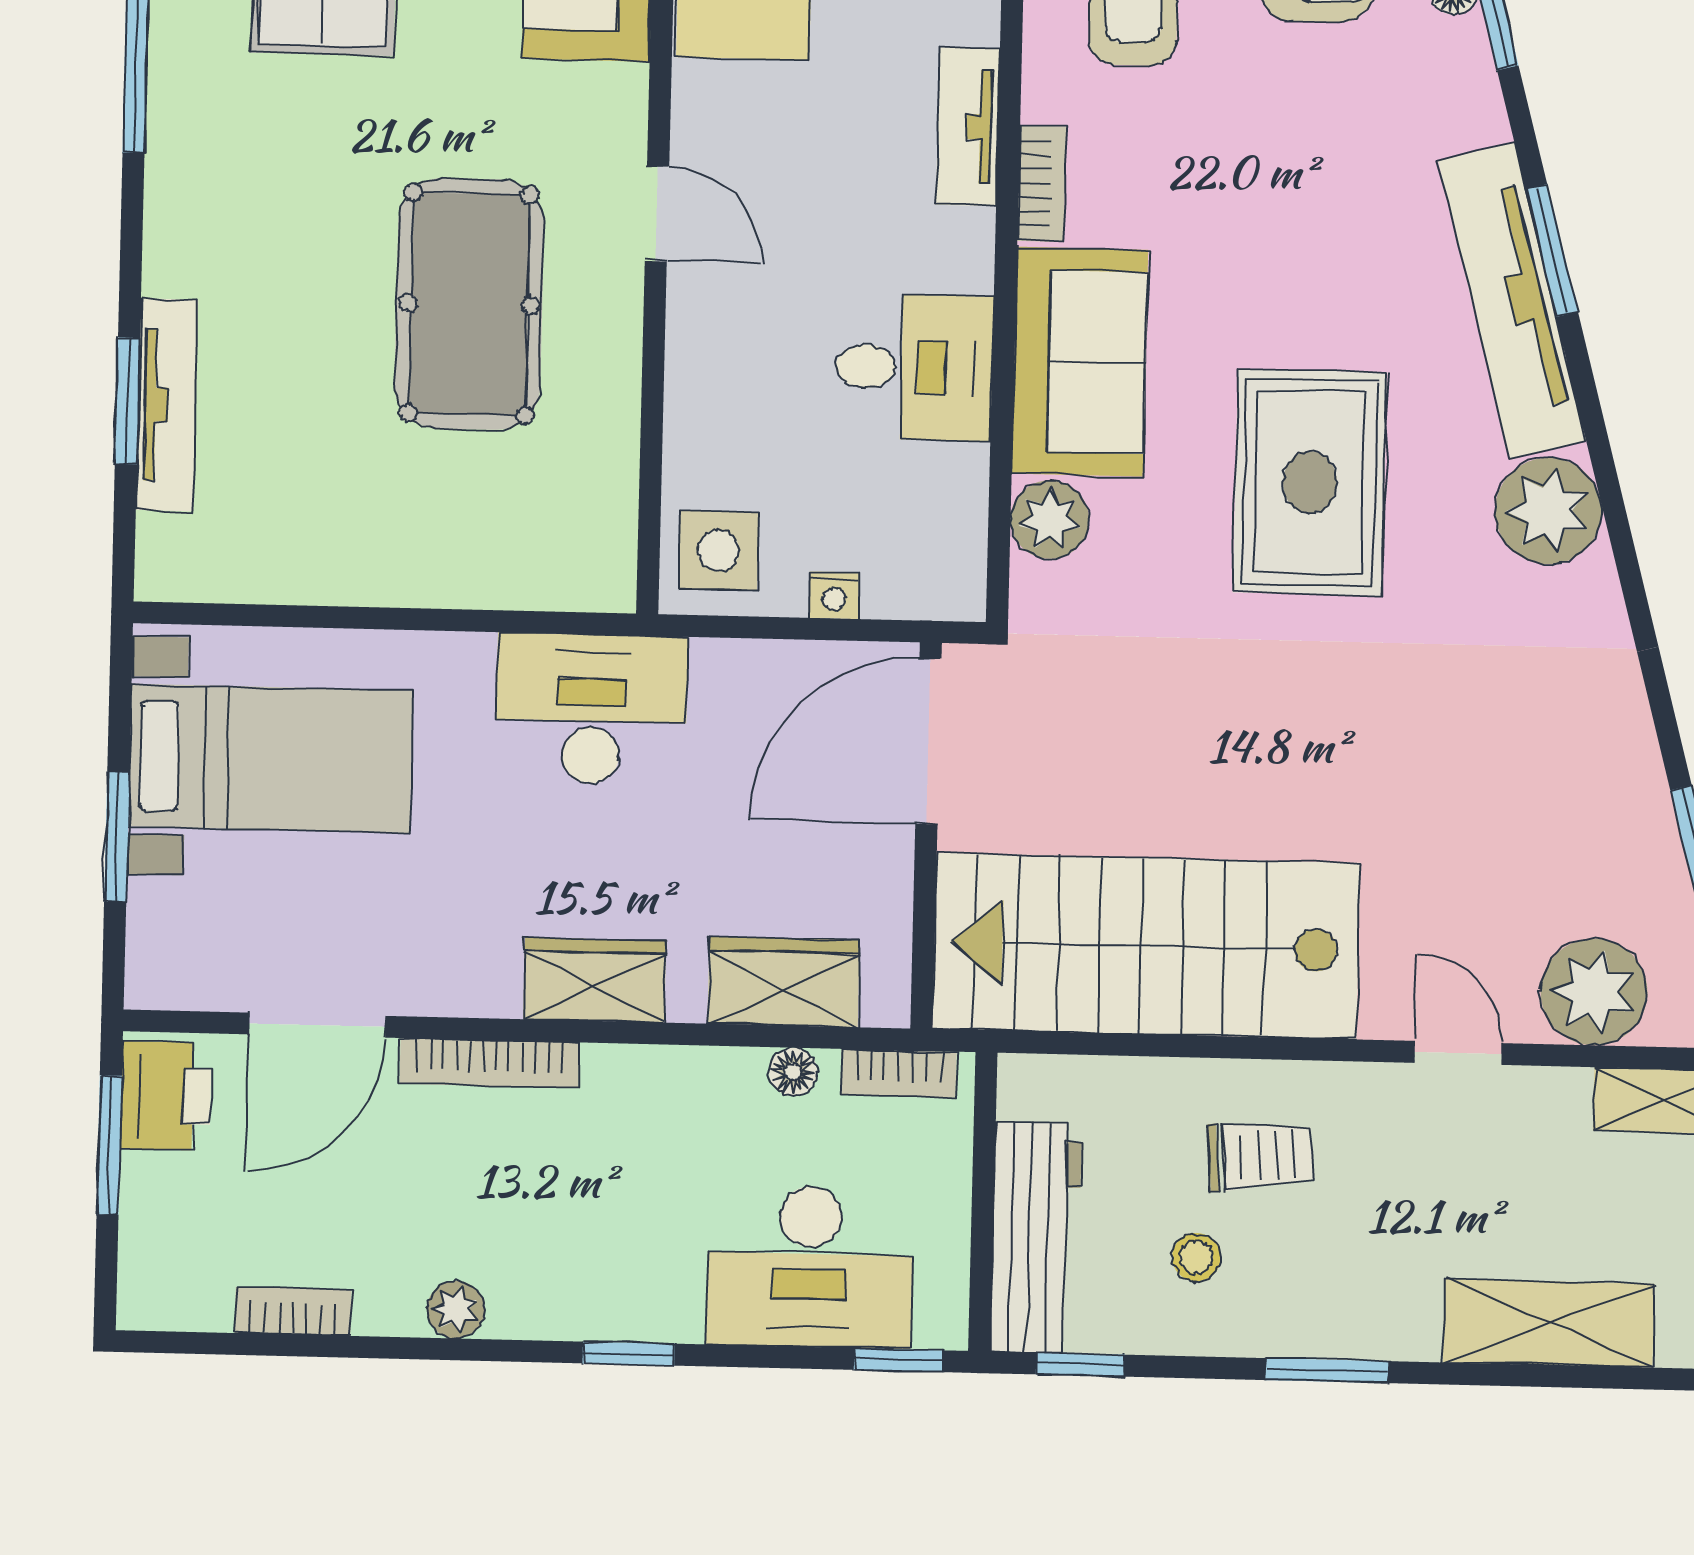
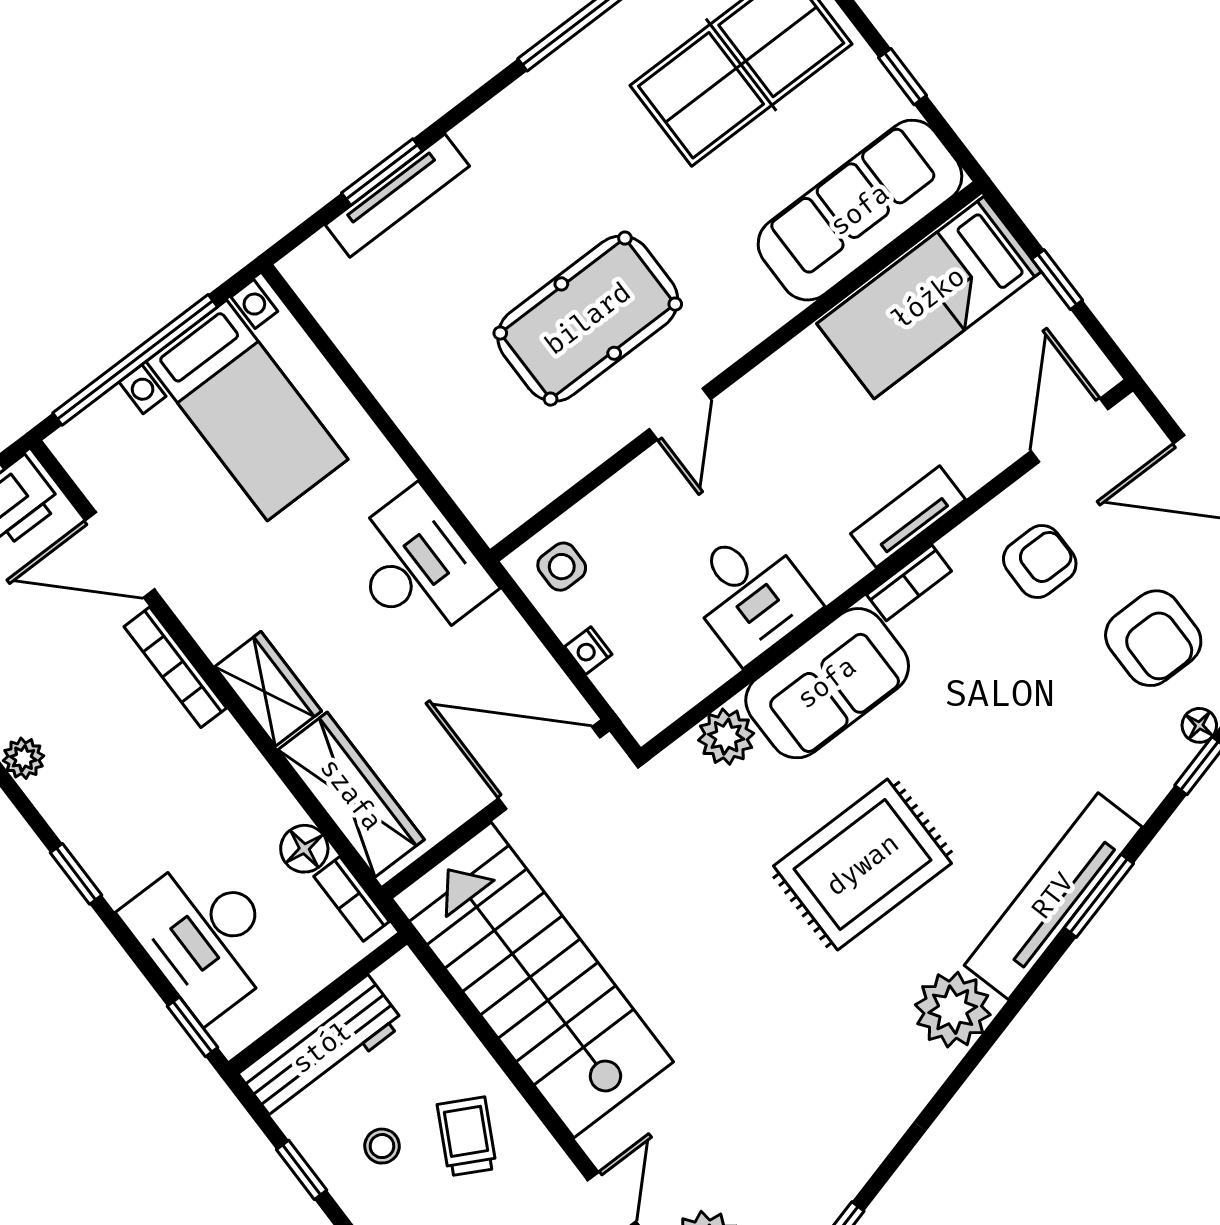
door: (657, 214) -> (680, 414), moved
side table: (719, 550) -> (562, 567), width x0.73, depth x0.73
window: (117, 837) -> (135, 360), width x2.11
wardrobe: (784, 982) -> (351, 795), width x1.50
floor lamp: (793, 1072) -> (304, 849), width x1.37, depth x1.37
trolley: (1260, 1156) -> (467, 1136), turned -148
window: (1080, 1365) -> (302, 1170), moved

